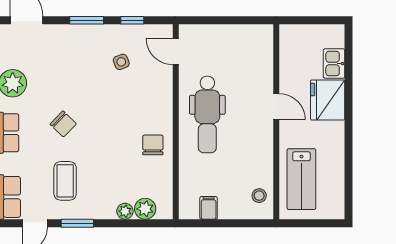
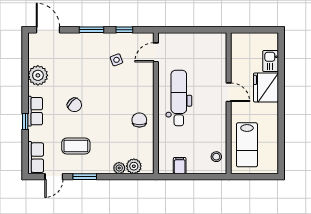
door: (176, 52) -> (156, 52), hinge flipped
dental chair: (207, 114) -> (179, 98), turned 180
coffee table: (65, 181) -> (76, 146), turned 90

